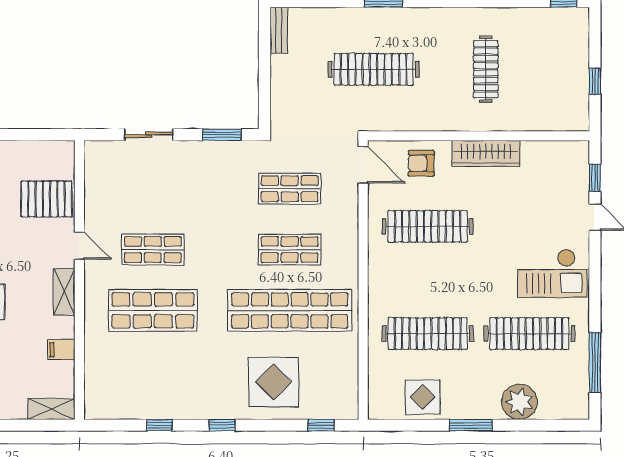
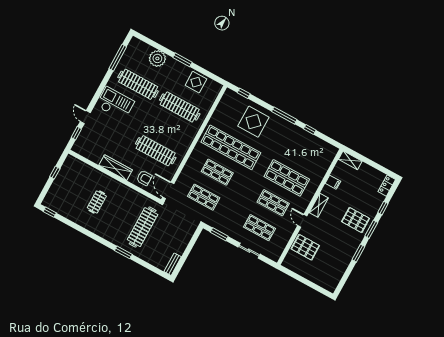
clothes rail: (374, 69) -> (143, 227), turned 90
clothes rail: (486, 69) -> (97, 202), width x0.73
shop shelf: (153, 189) -> (260, 228), added
window: (222, 425) -> (284, 116), width x2.17

